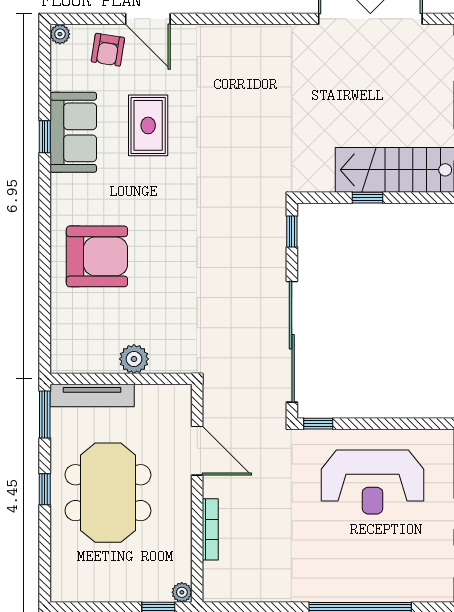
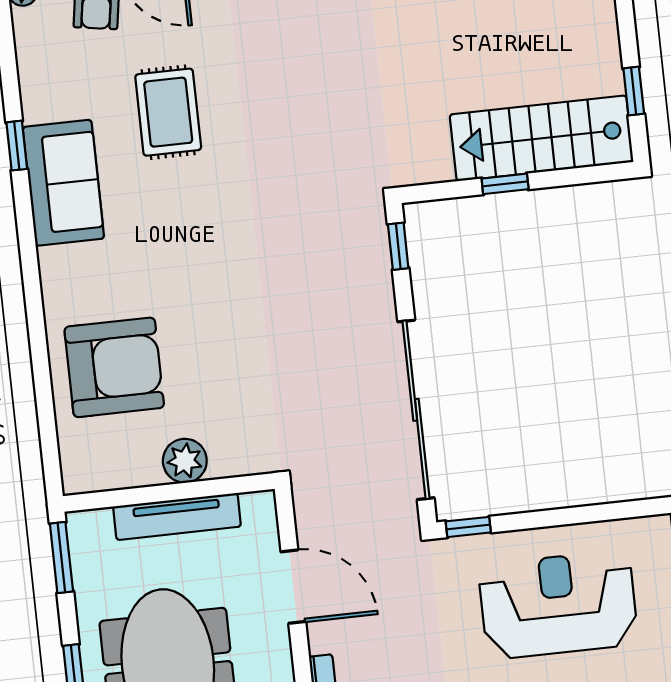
sofa: (73, 132) -> (63, 183), moved
armchair: (97, 256) -> (114, 367), moved
tv unit: (92, 396) -> (177, 516), moved
reception desk: (372, 482) -> (558, 605), turned 180

